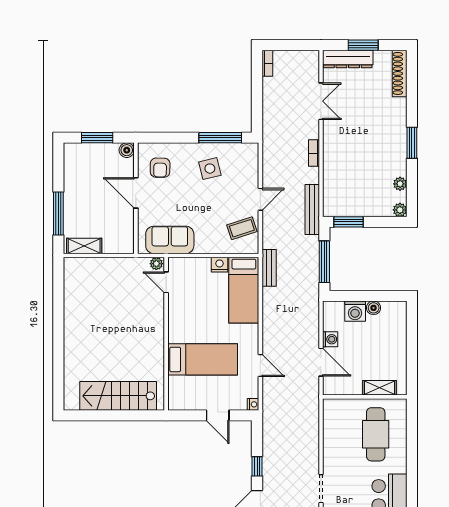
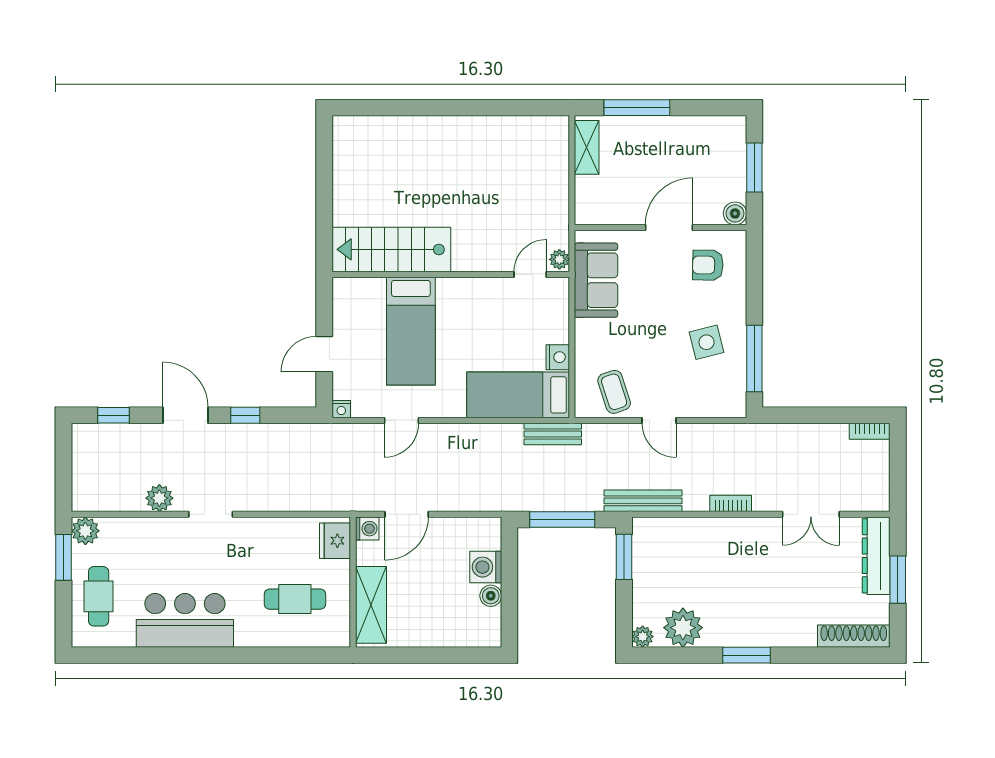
plant: (400, 184) -> (683, 628), width x1.87, depth x1.87
washing machine: (330, 339) -> (367, 529), moved, turned -90
shelving: (379, 388) -> (371, 605), width x1.50, depth x1.33
stairs: (118, 396) -> (391, 249), moved, turned -90
fridge: (338, 408) -> (335, 541), added
cafe table: (376, 434) -> (295, 599), width x0.73, depth x0.74

